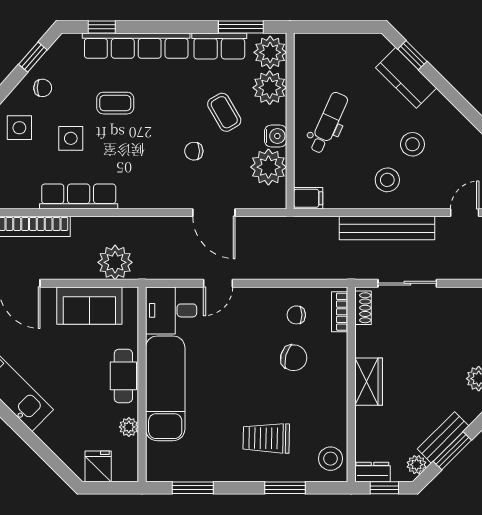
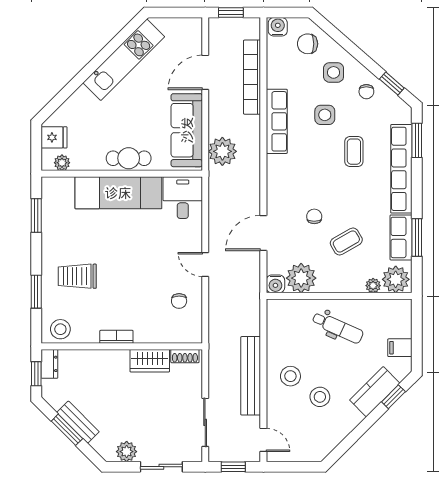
window: (102, 27) -> (417, 140), width x1.50
window: (241, 27) -> (417, 238), moved
plant: (270, 88) -> (373, 286), width x0.53, depth x0.53
water cooler: (276, 136) -> (275, 284), moved
filing cabinet: (308, 198) -> (400, 348), moved, turned 90
door: (218, 283) -> (205, 265), moved
sliding door: (407, 283) -> (205, 422), moved
sofa: (89, 306) -> (187, 130), width x1.36
bookcase: (340, 312) -> (116, 337), moved
chair: (296, 315) -> (179, 301), turned 180
chair: (294, 358) -> (144, 299), removed
wardrobe: (369, 382) -> (150, 361), moved
plant: (129, 427) -> (62, 163), moved
trolley: (266, 438) -> (77, 276), turned -91
plant: (417, 465) -> (55, 400), removed

